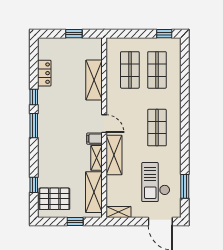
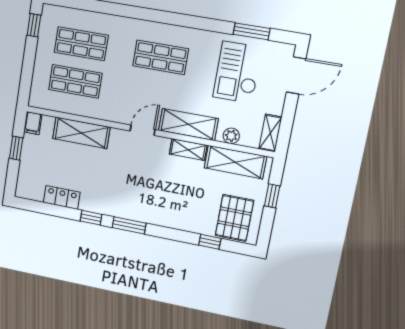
filing cabinet: (94, 139) -> (33, 123), moved
checkout: (156, 182) -> (237, 72), turned 90
plant: (112, 186) -> (231, 136), added

